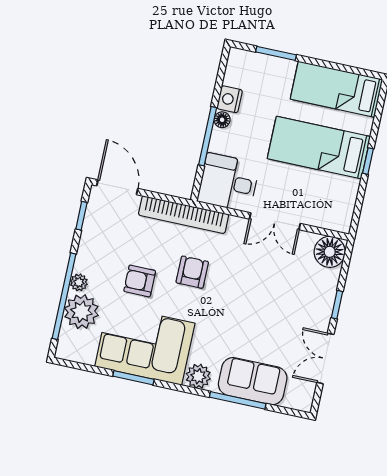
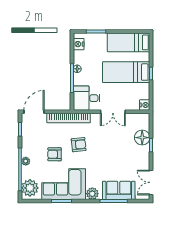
nightstand: (230, 99) -> (79, 44), moved
door: (117, 187) -> (34, 112), hinge flipped
nightstand: (342, 221) -> (145, 105), added
floor lamp: (330, 252) -> (142, 138), moved
armchair: (192, 272) -> (79, 145), turned 84
plant: (81, 312) -> (30, 188), moved
double door: (325, 358) -> (151, 182), moved

